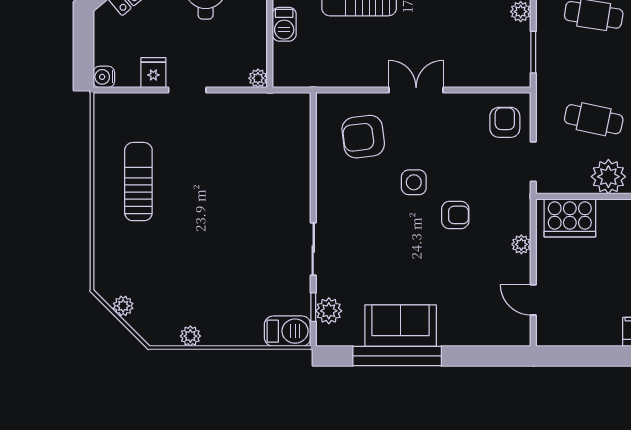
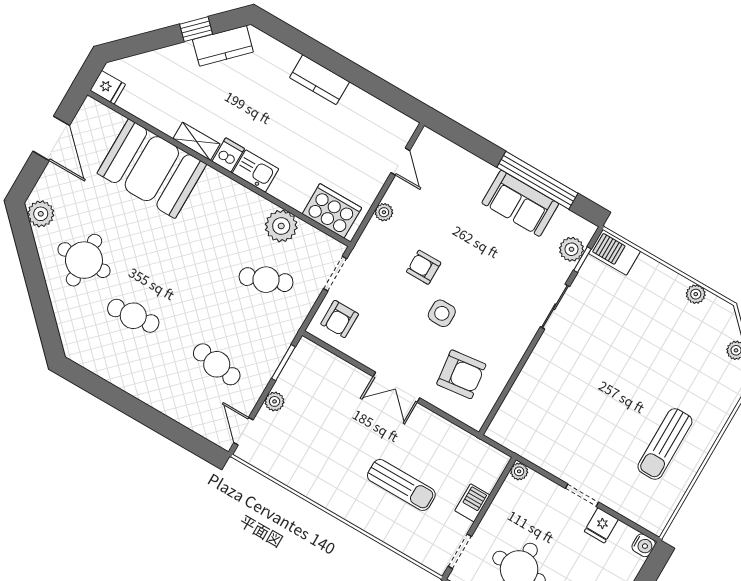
cafe table: (594, 119) -> (266, 280), turned -33

